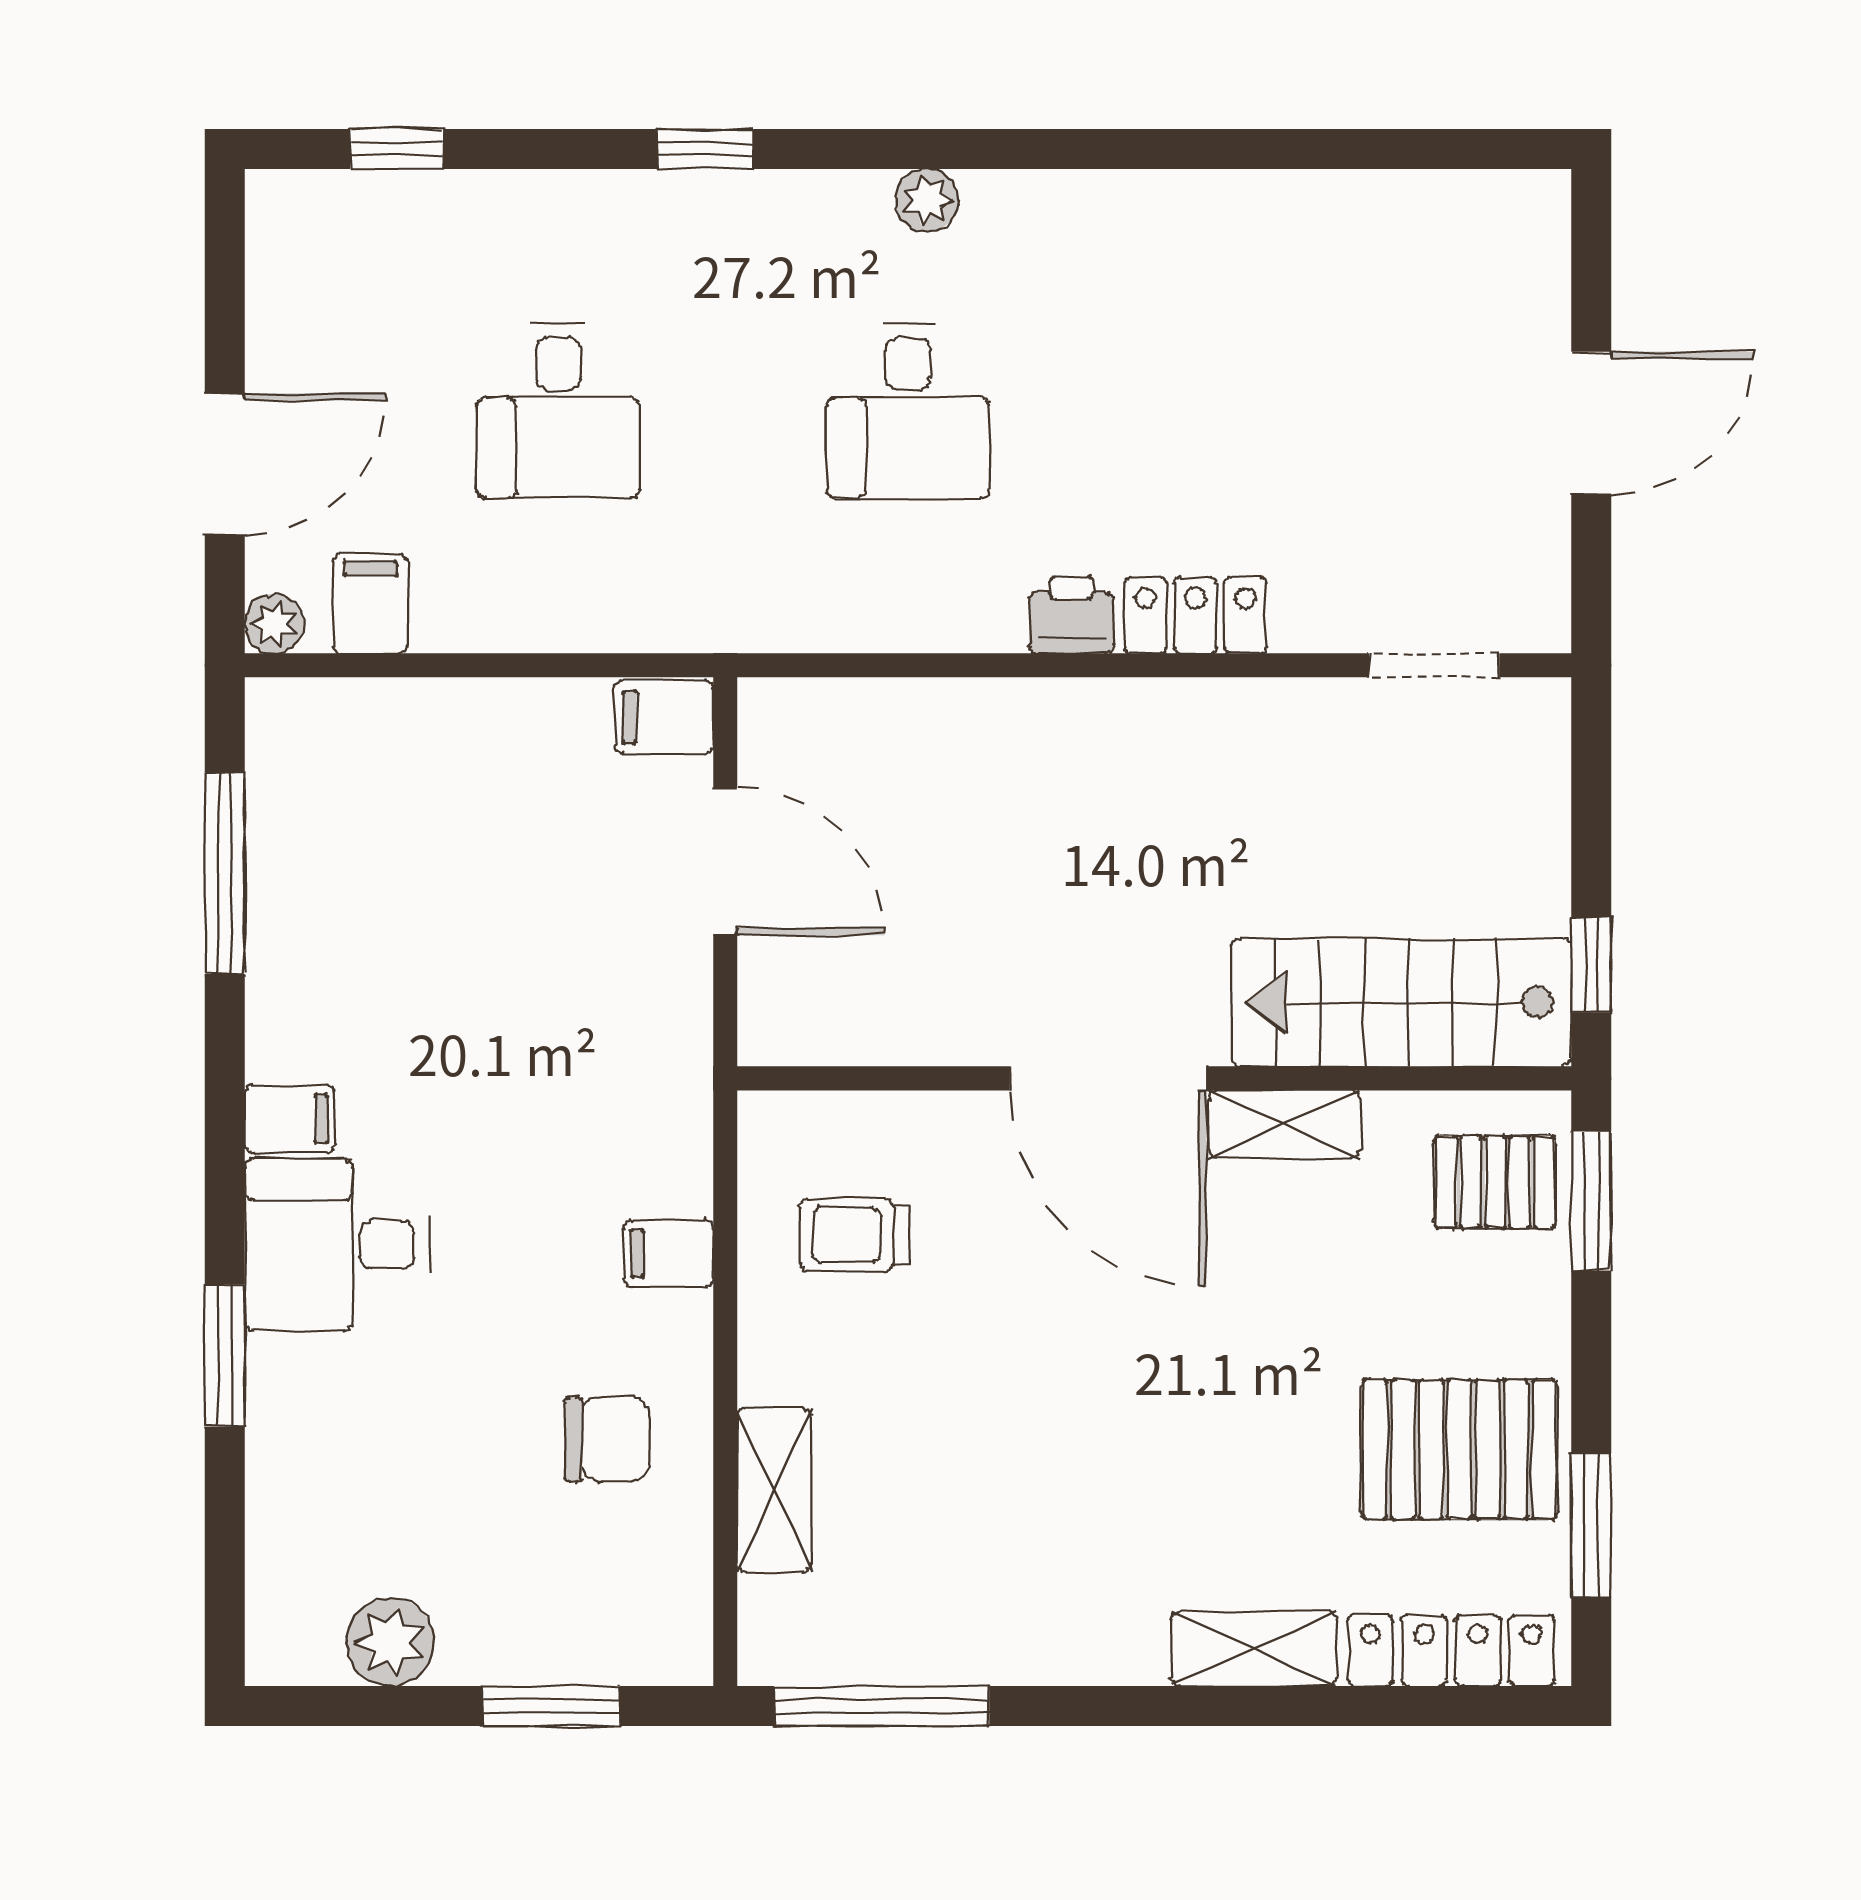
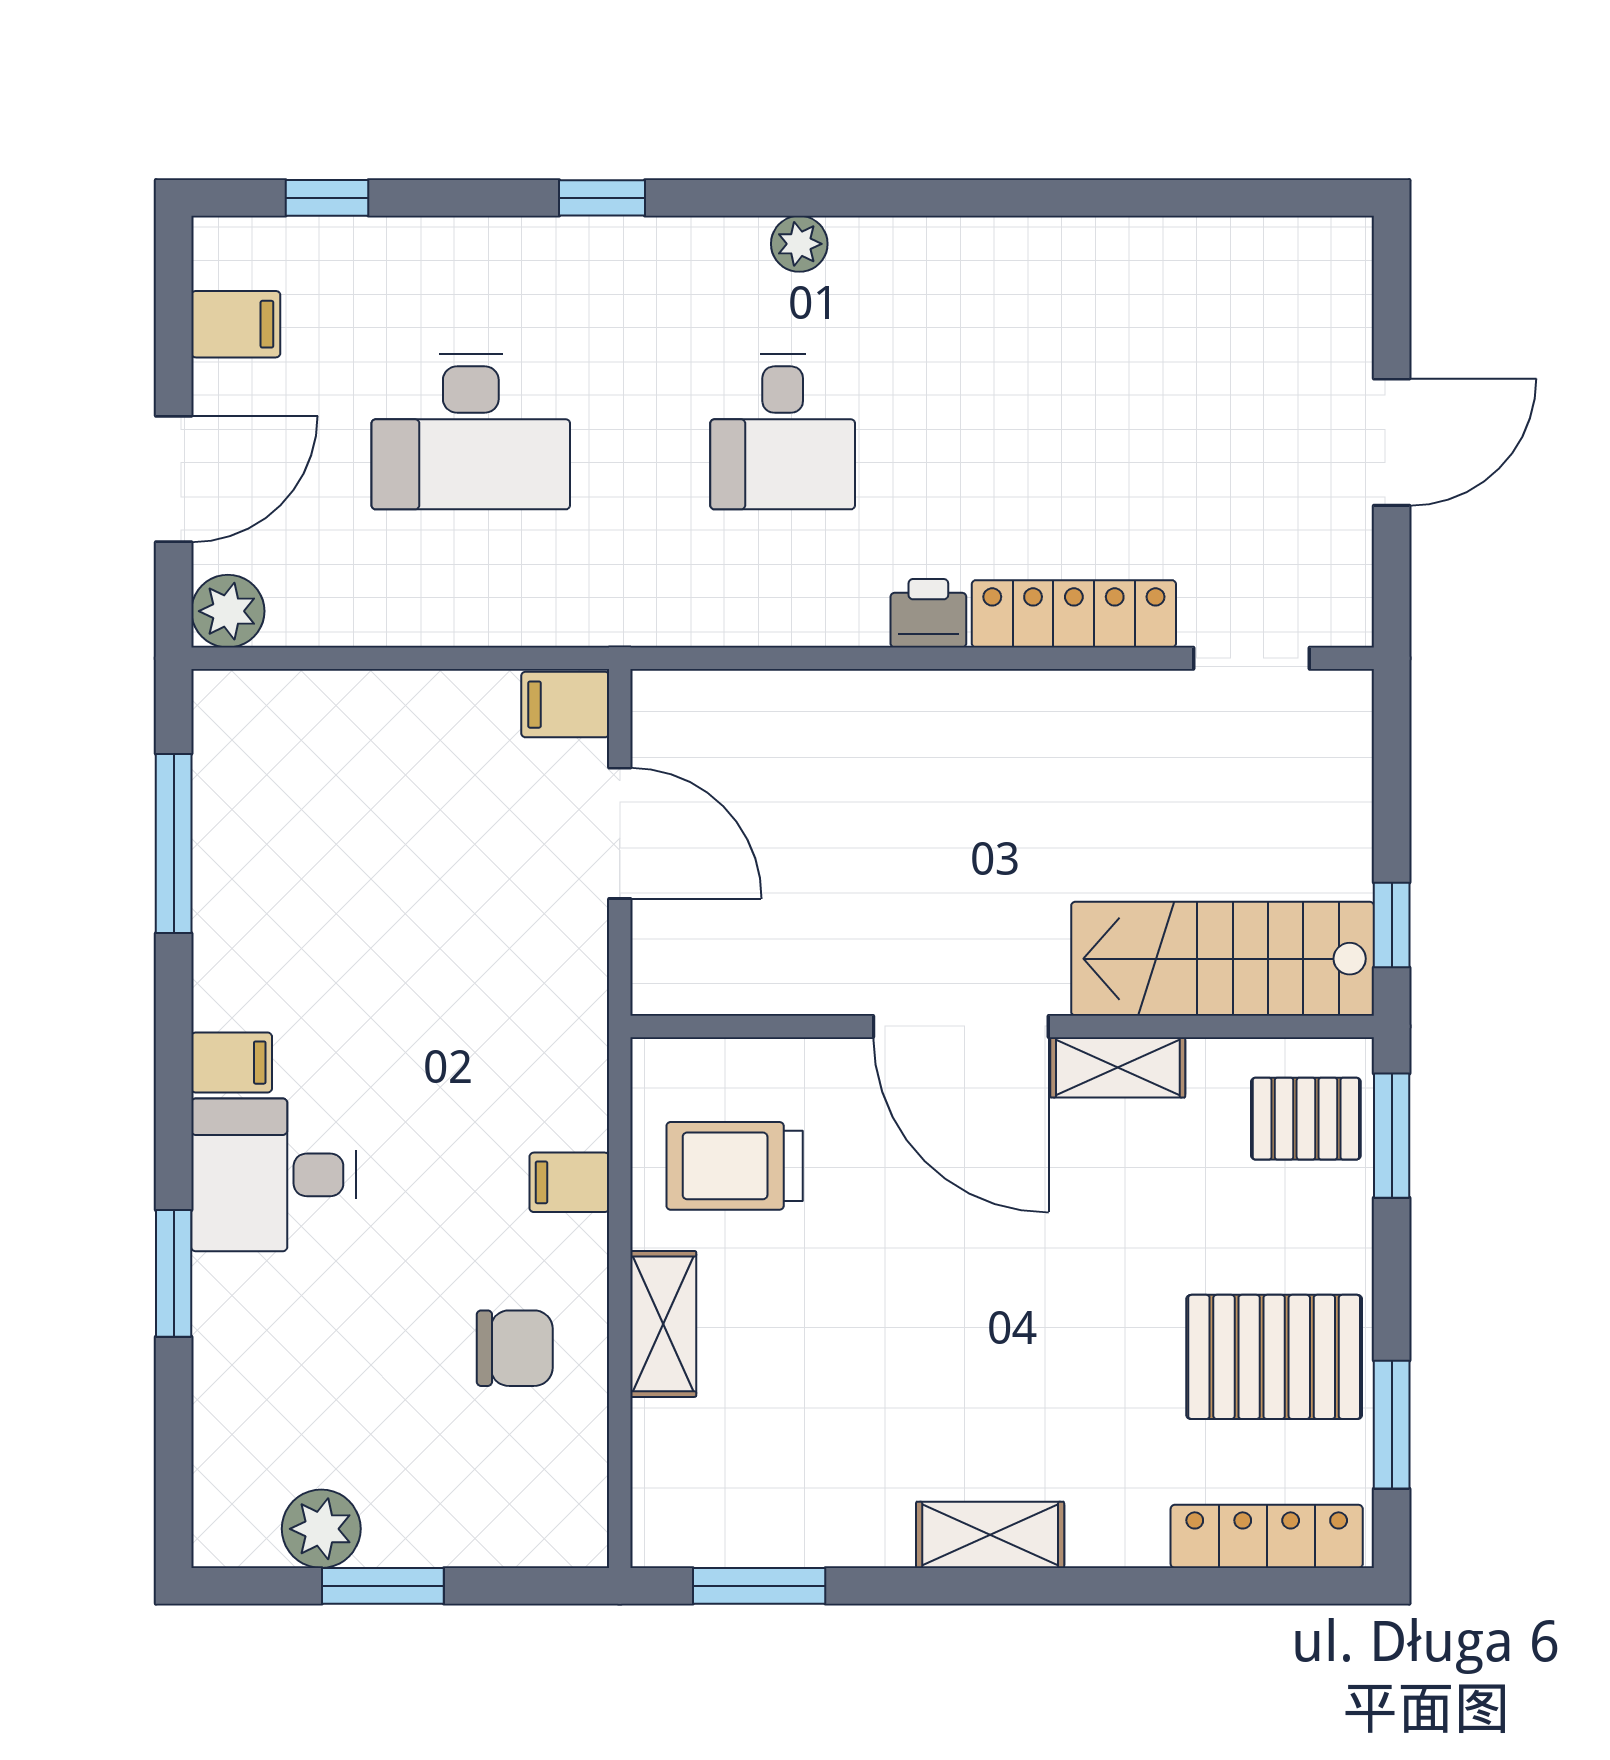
desk: (558, 411) -> (471, 432), width x1.37
filing cabinet: (370, 604) -> (236, 324), moved, turned 90
locker: (1195, 615) -> (1074, 614), width x1.53
plant: (274, 624) -> (228, 611), width x1.38, depth x1.38
trolley: (854, 1235) -> (735, 1166), width x1.36, depth x1.39
shelving: (774, 1490) -> (663, 1324), moved
shelving: (1254, 1649) -> (990, 1535), moved
window: (551, 1706) -> (383, 1586), moved
window: (882, 1706) -> (759, 1586), width x0.69

